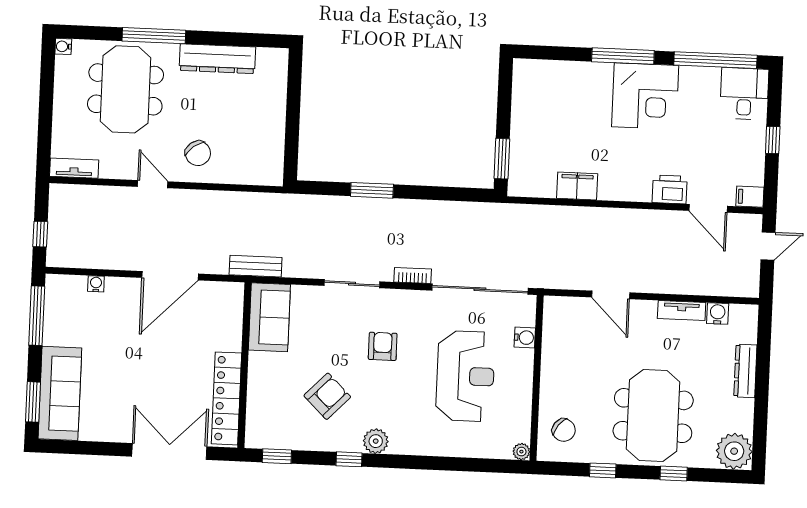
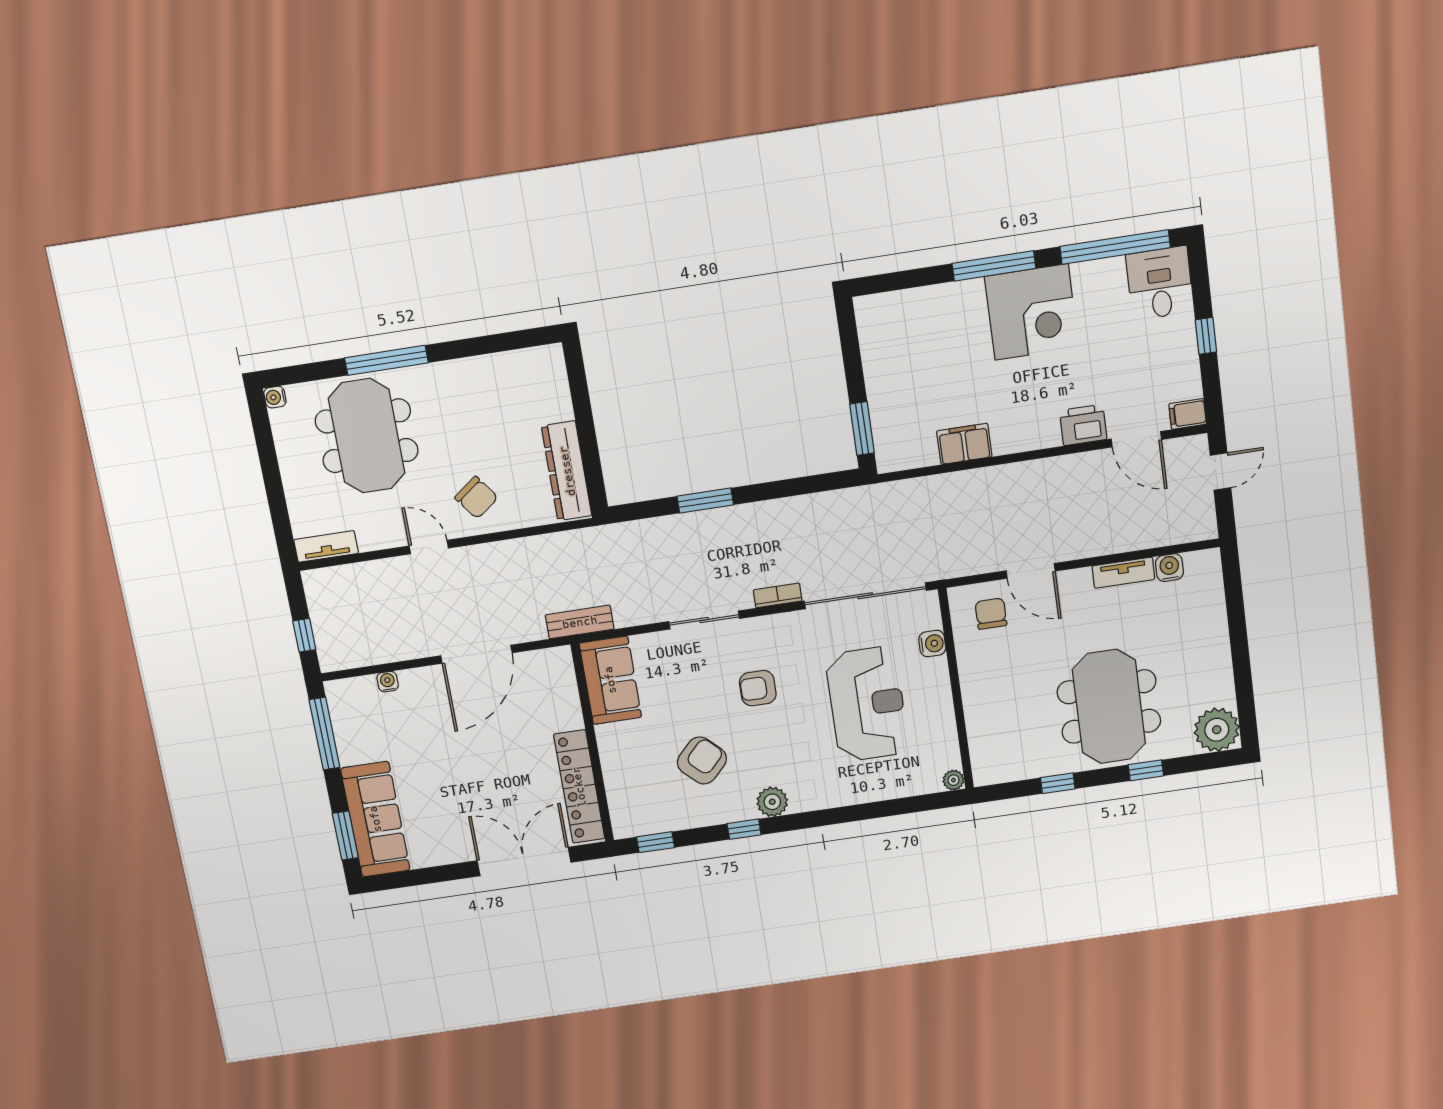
dresser: (217, 59) -> (567, 471), moved, turned 90
armchair: (383, 346) -> (758, 688), turned -90
dresser: (745, 371) -> (1216, 631), removed
chair: (564, 430) -> (991, 614), moved, turned -127

